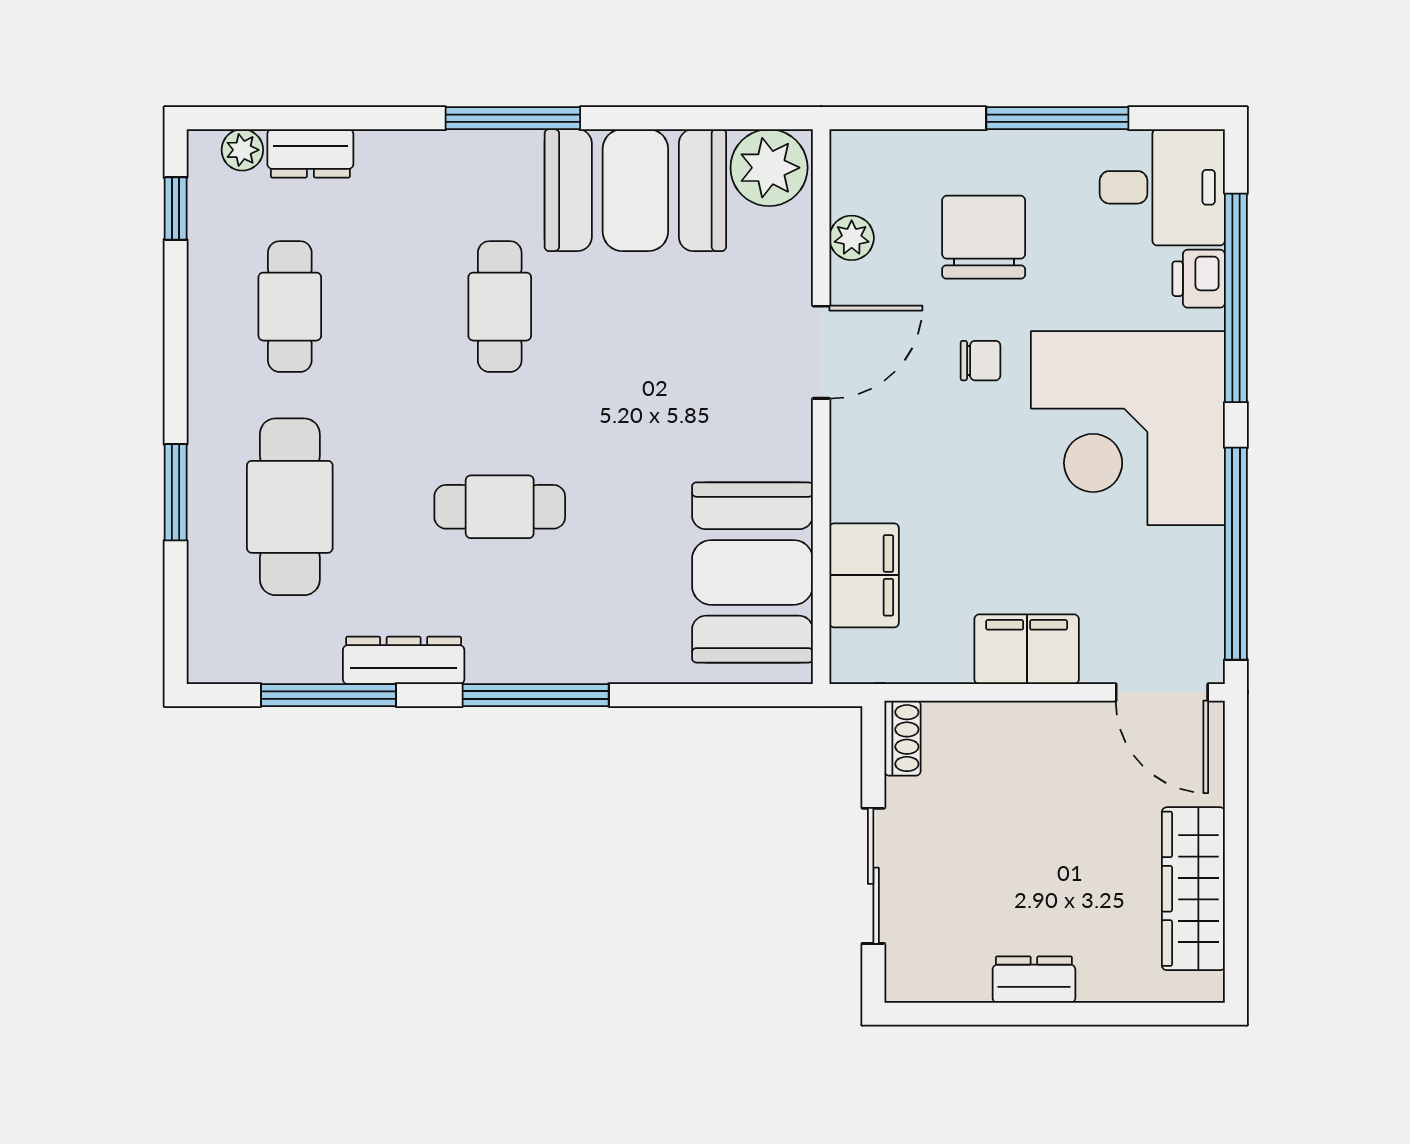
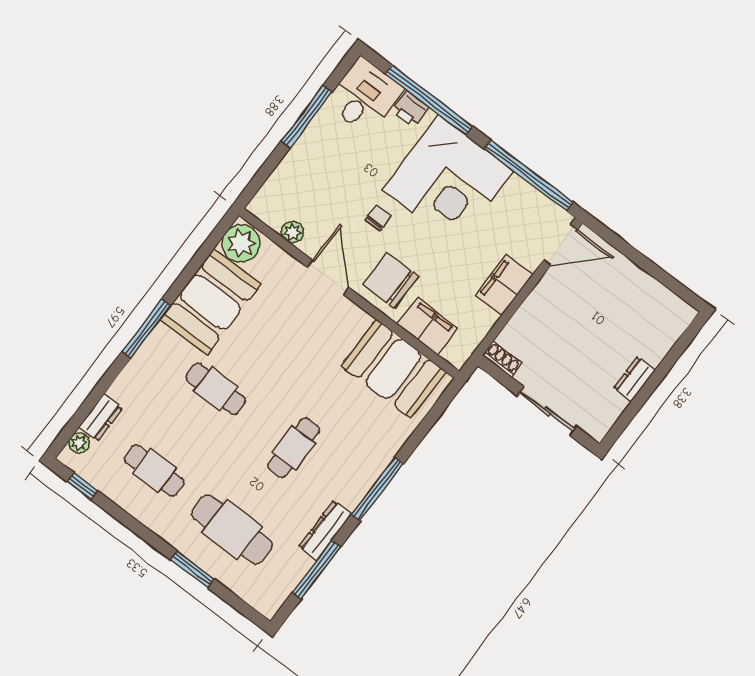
chair: (984, 237) -> (391, 280), moved
wardrobe: (1193, 889) -> (646, 290), removed

